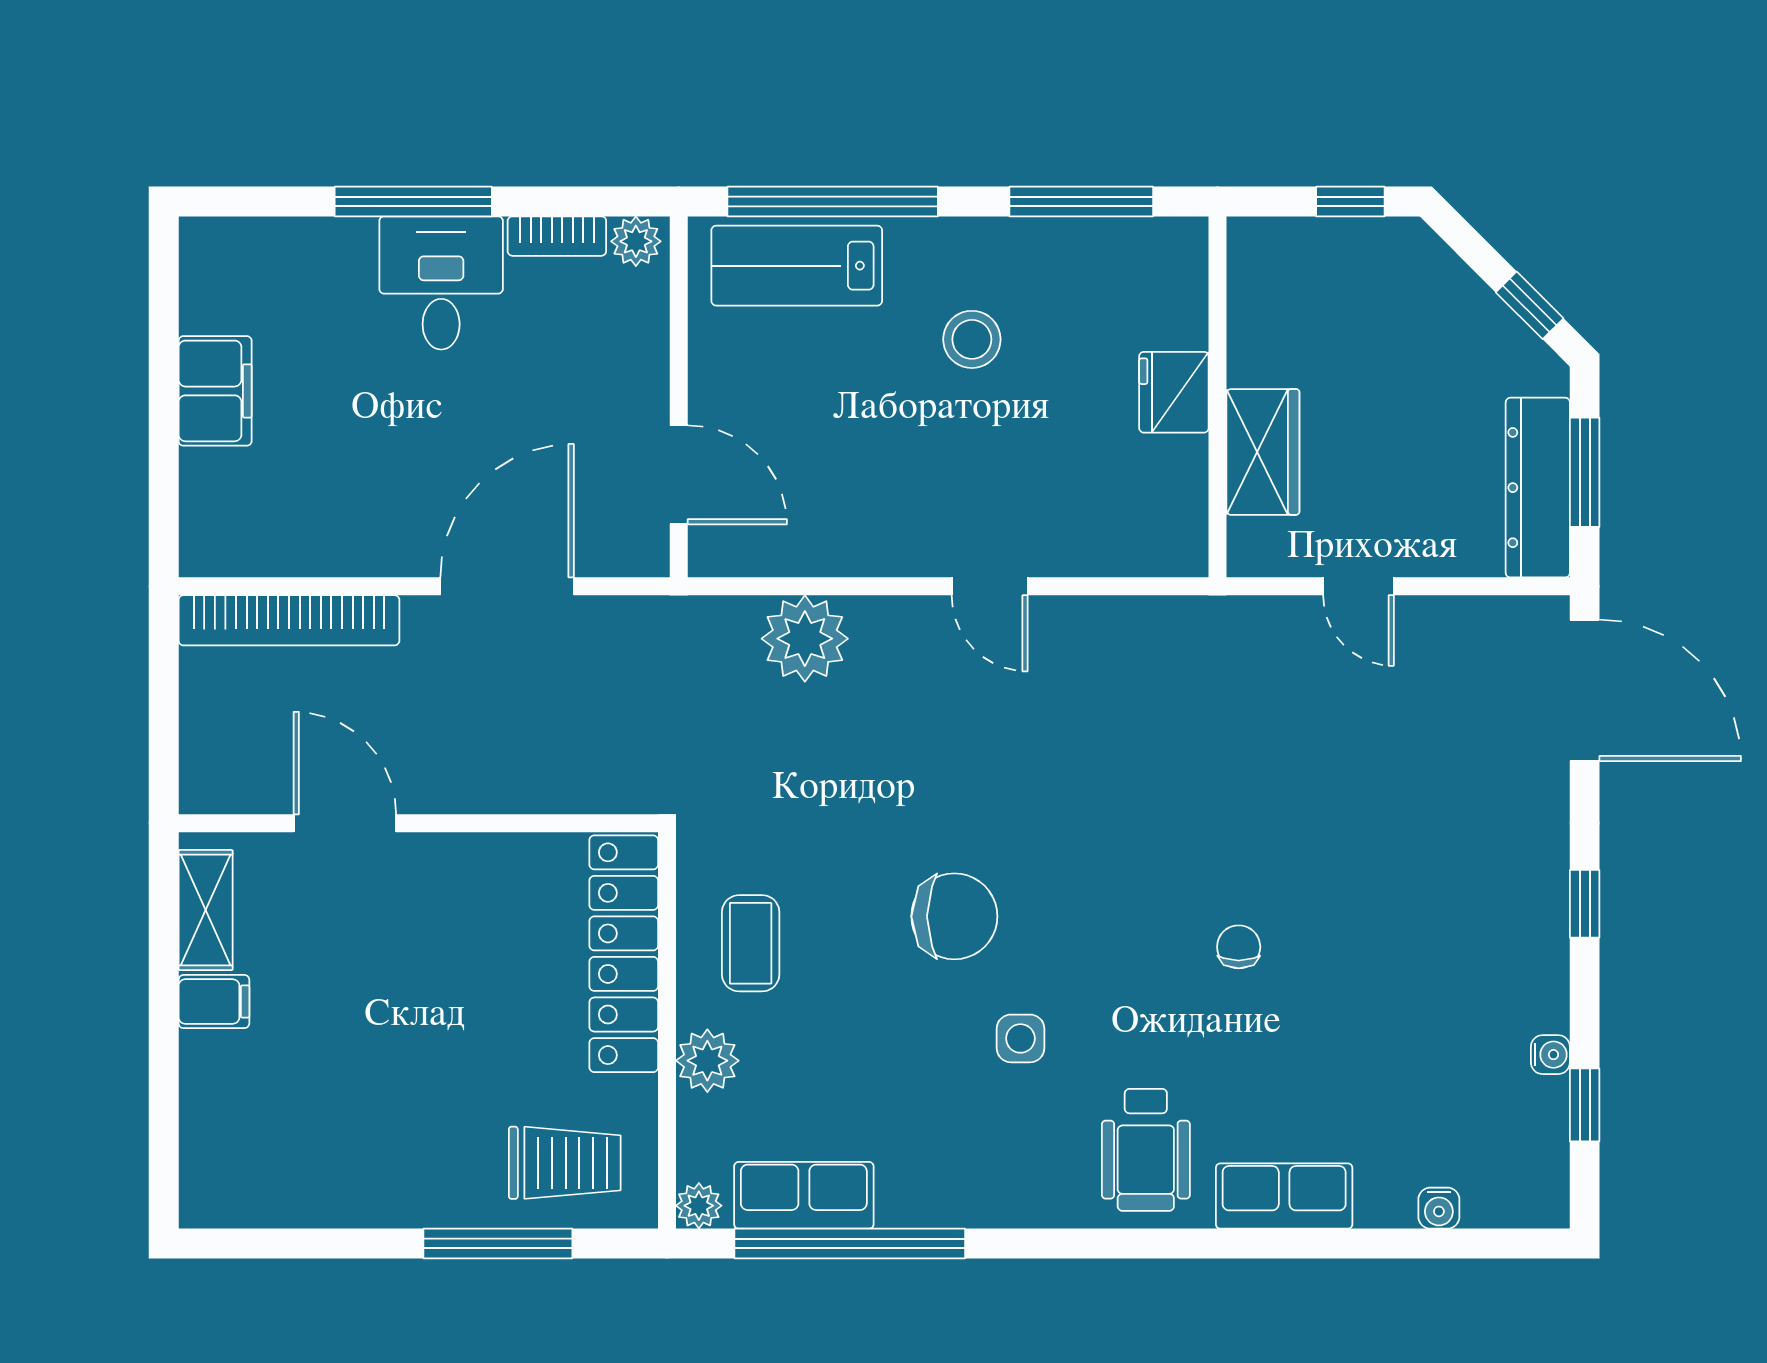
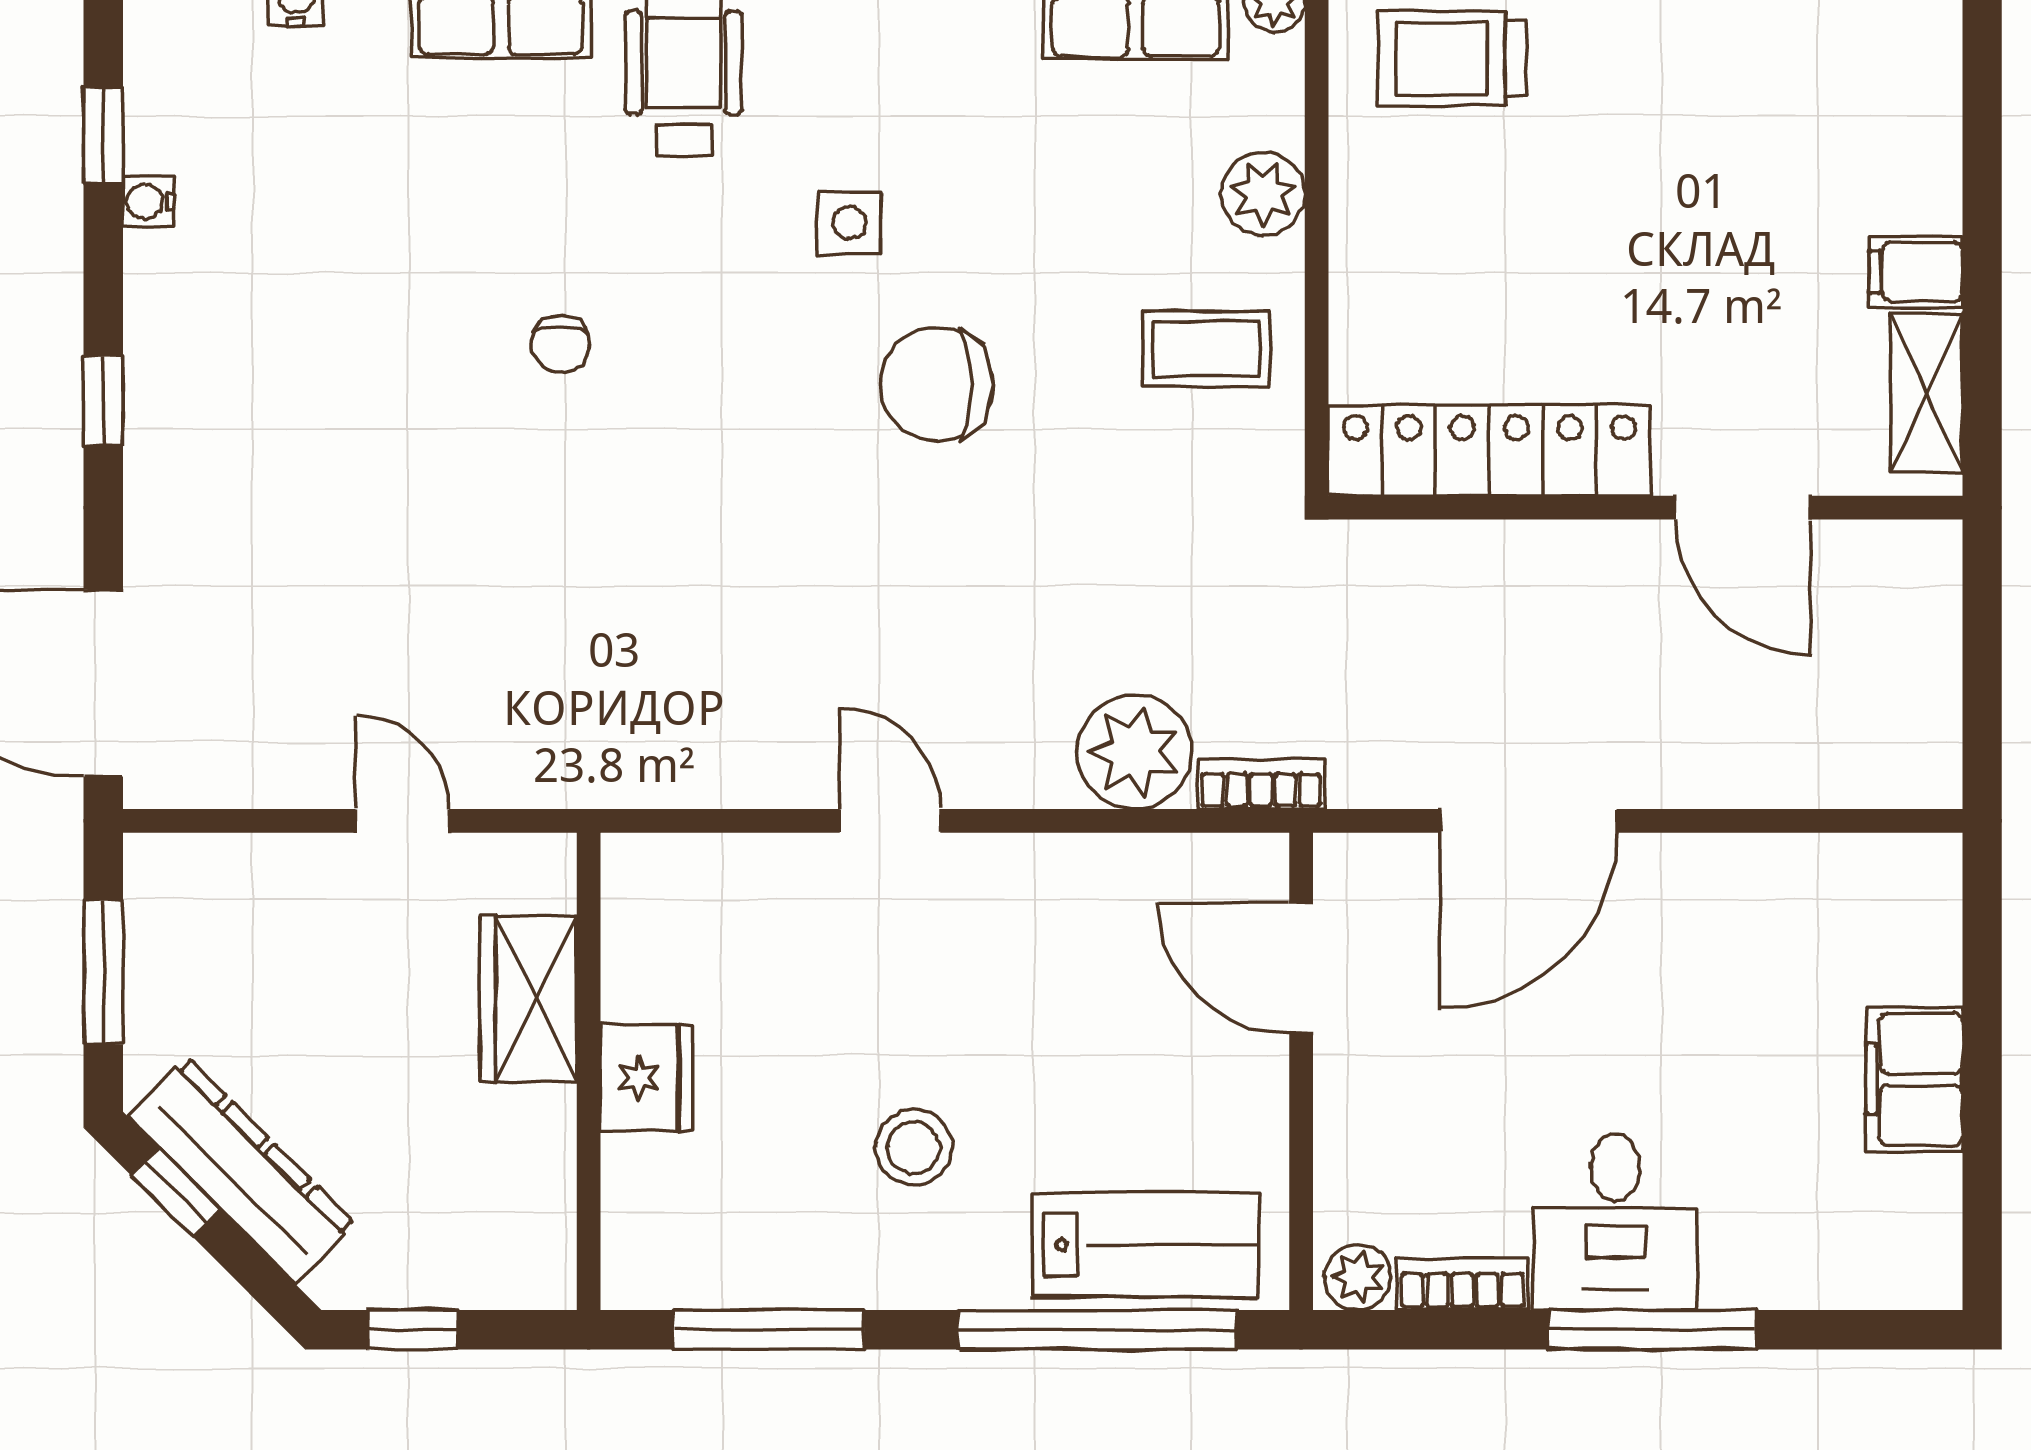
dresser: (1538, 488) -> (242, 1171), moved, turned -45
bookcase: (289, 620) -> (1261, 784), moved, width x0.43, depth x0.76
coffee table: (751, 943) -> (1206, 349), turned 90
locker: (624, 954) -> (1489, 450), moved, turned -90

